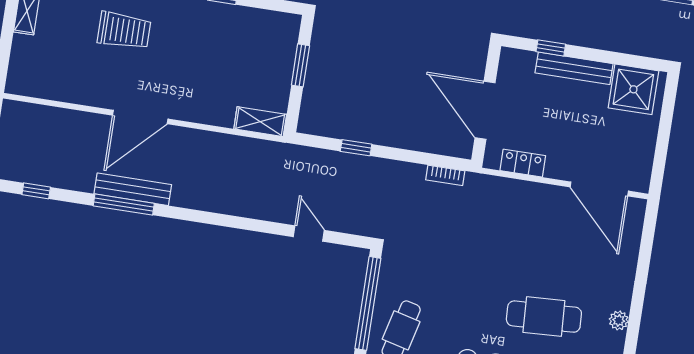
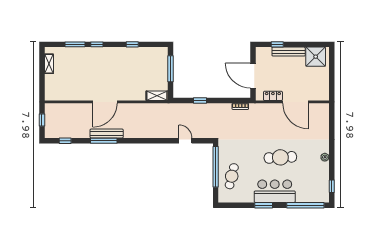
trolley: (124, 31) -> (92, 66), removed
window: (300, 65) -> (170, 69), width x1.44
door: (599, 189) -> (295, 102), moved
cafe table: (544, 317) -> (280, 157), moved

